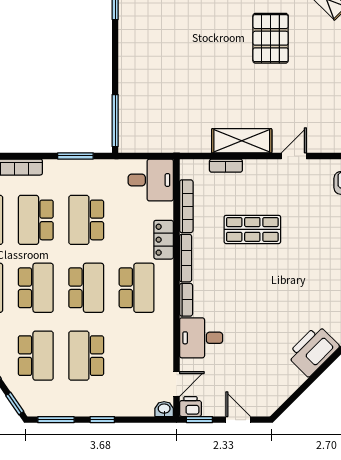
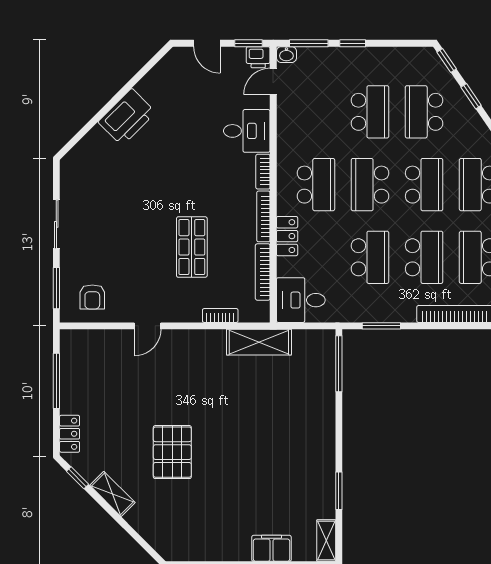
shelving: (242, 141) -> (259, 342), moved
shop shelf: (252, 229) -> (192, 247), turned 90
school desk: (36, 288) -> (424, 185), turned 180
school desk: (137, 288) -> (316, 185), turned 180
window: (56, 420) -> (309, 43), moved

